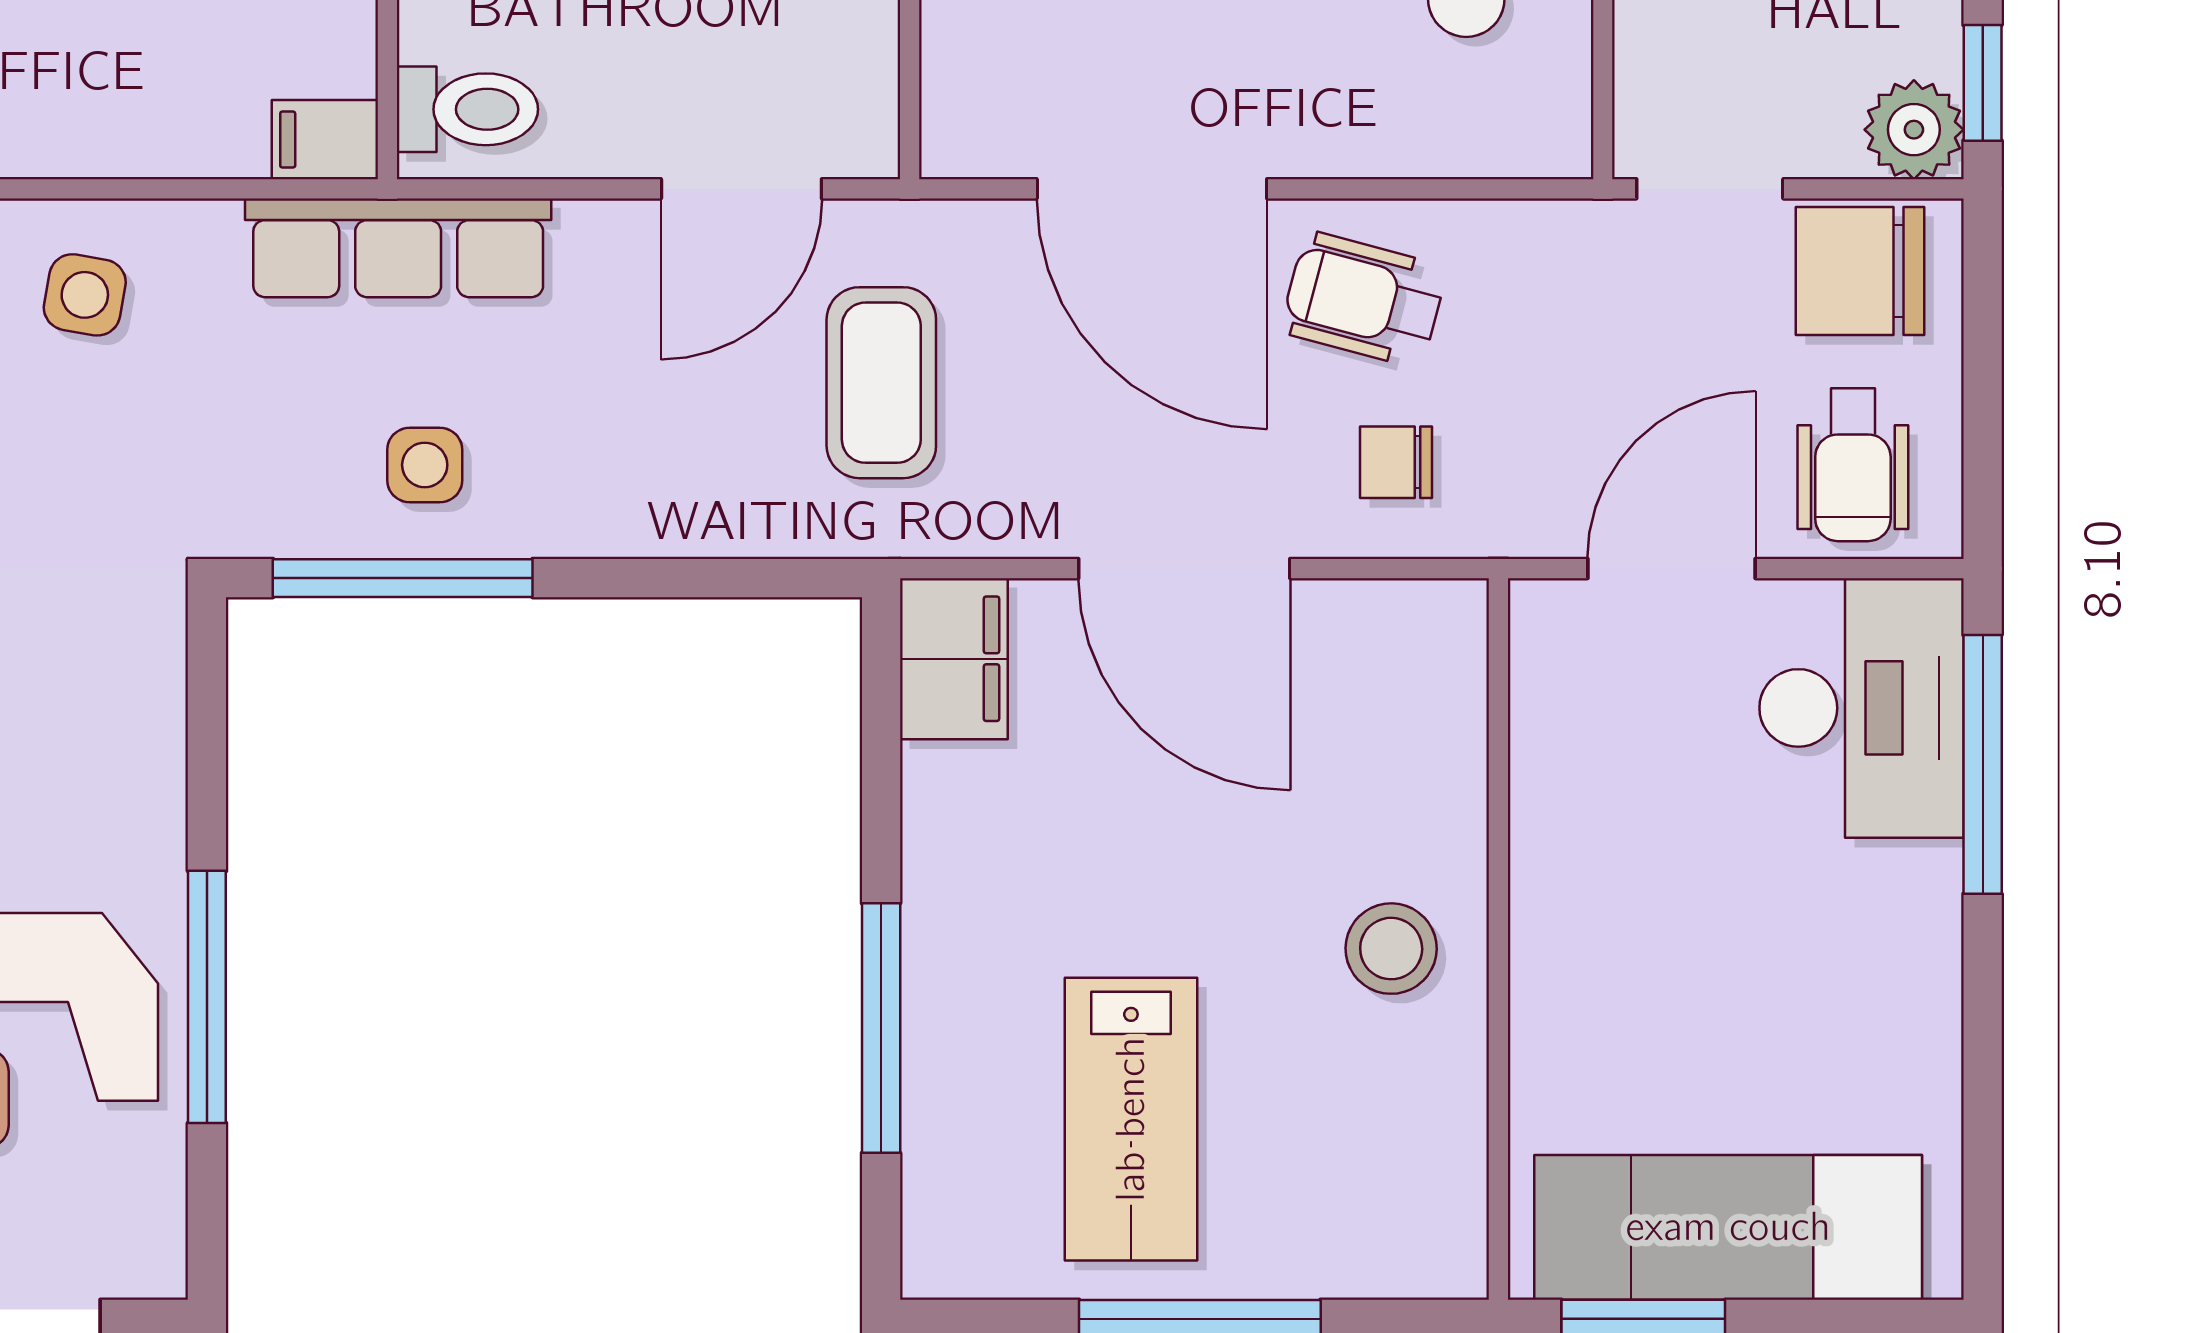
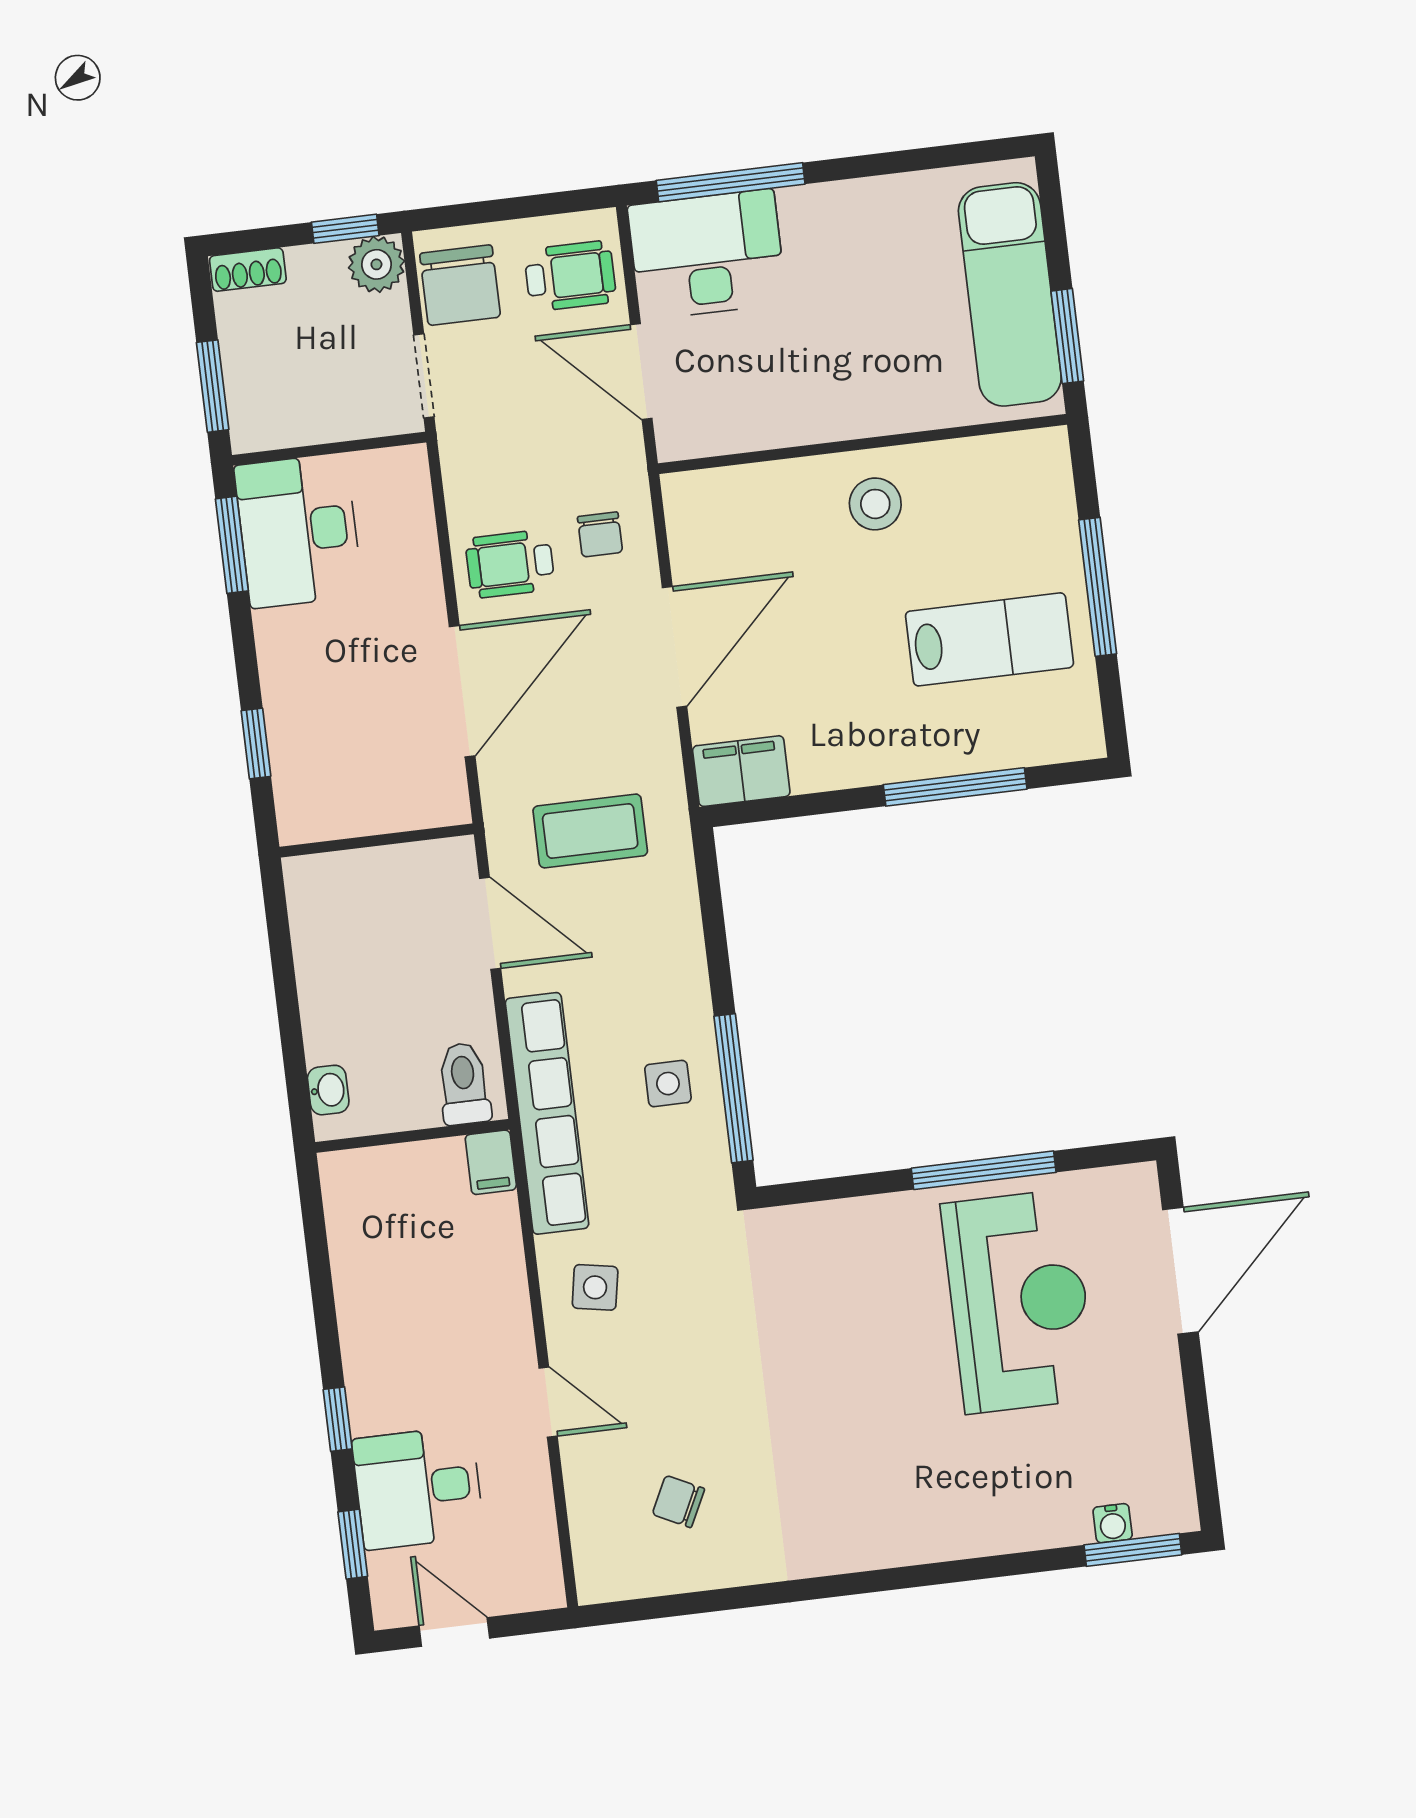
row of seats: (398, 248) -> (547, 1113), width x1.36
wheelchair: (1364, 299) -> (510, 564), turned 75

